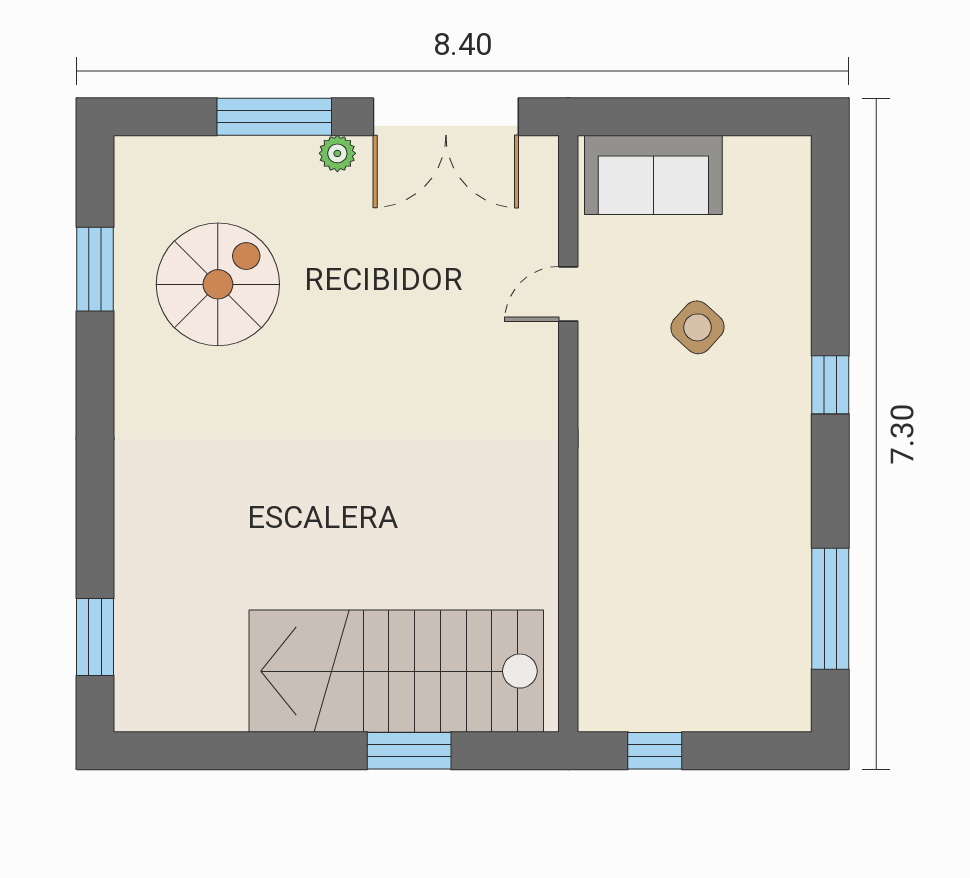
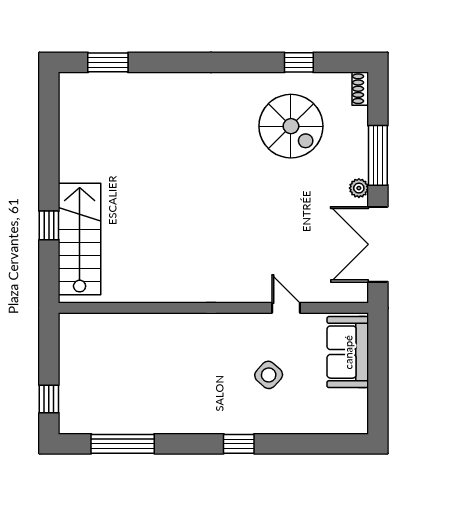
shoe rack: (146, 151) -> (360, 89), added
window: (95, 269) -> (299, 62), width x0.67
stairs: (396, 671) -> (80, 239), width x0.73, depth x0.66
window: (409, 751) -> (49, 225), width x0.67
window: (655, 751) -> (49, 399), moved

